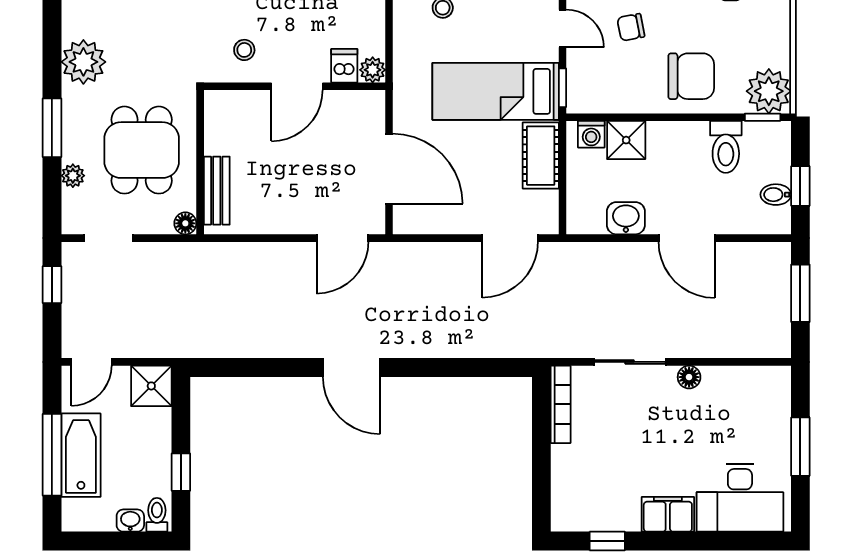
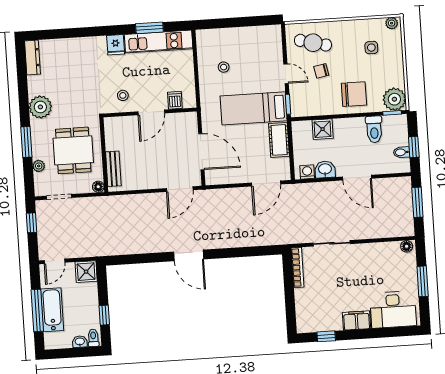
plant: (373, 70) -> (190, 101), removed
washing machine: (591, 134) -> (307, 172), moved, turned 180
floor lamp: (689, 377) -> (407, 246), moved

